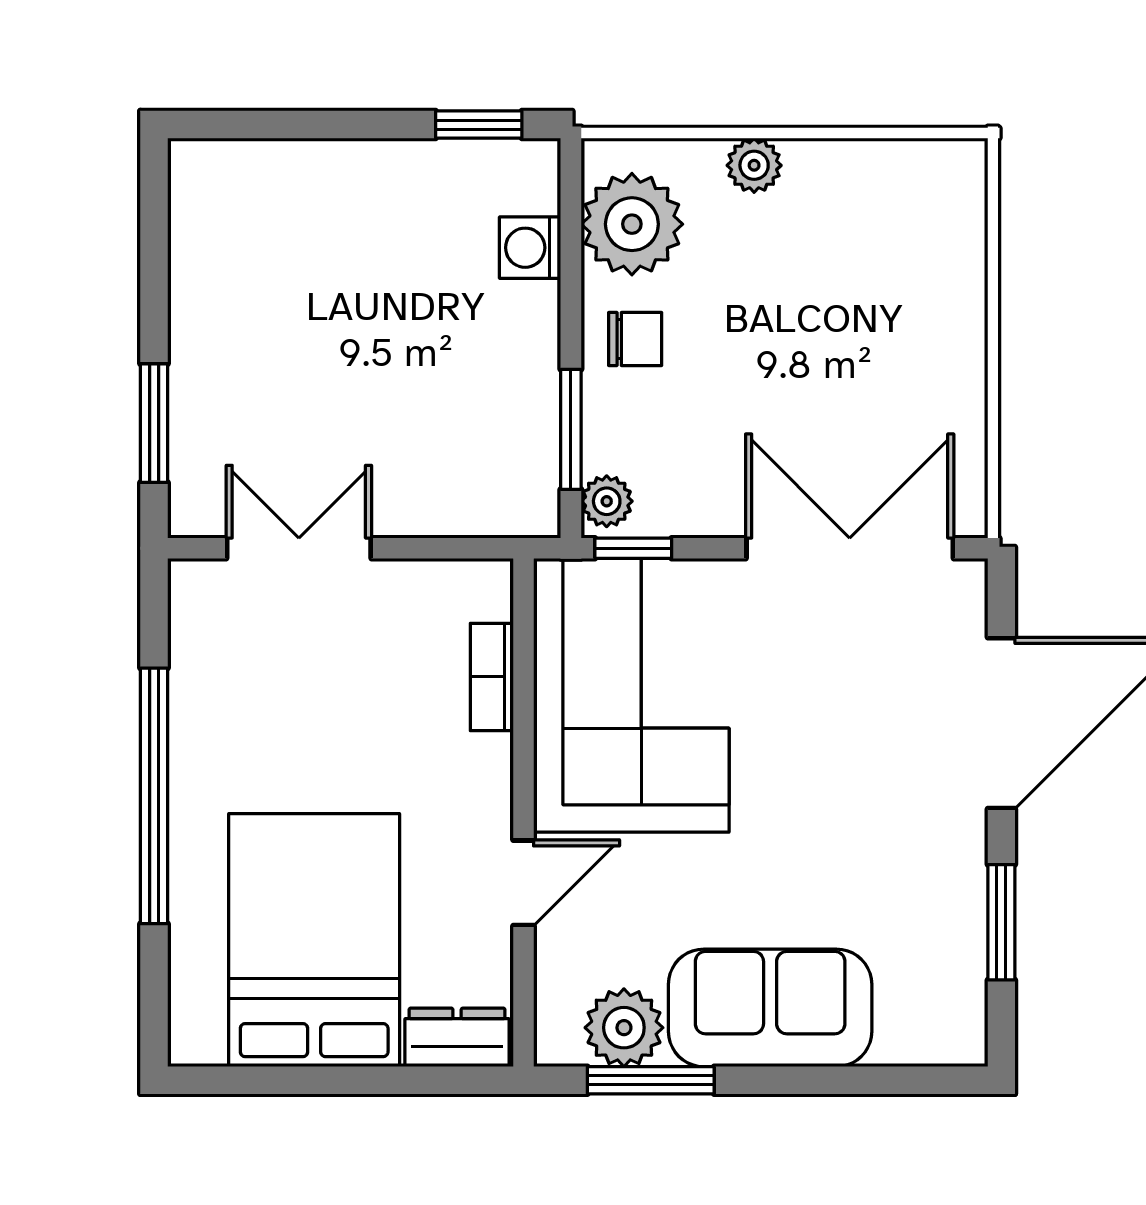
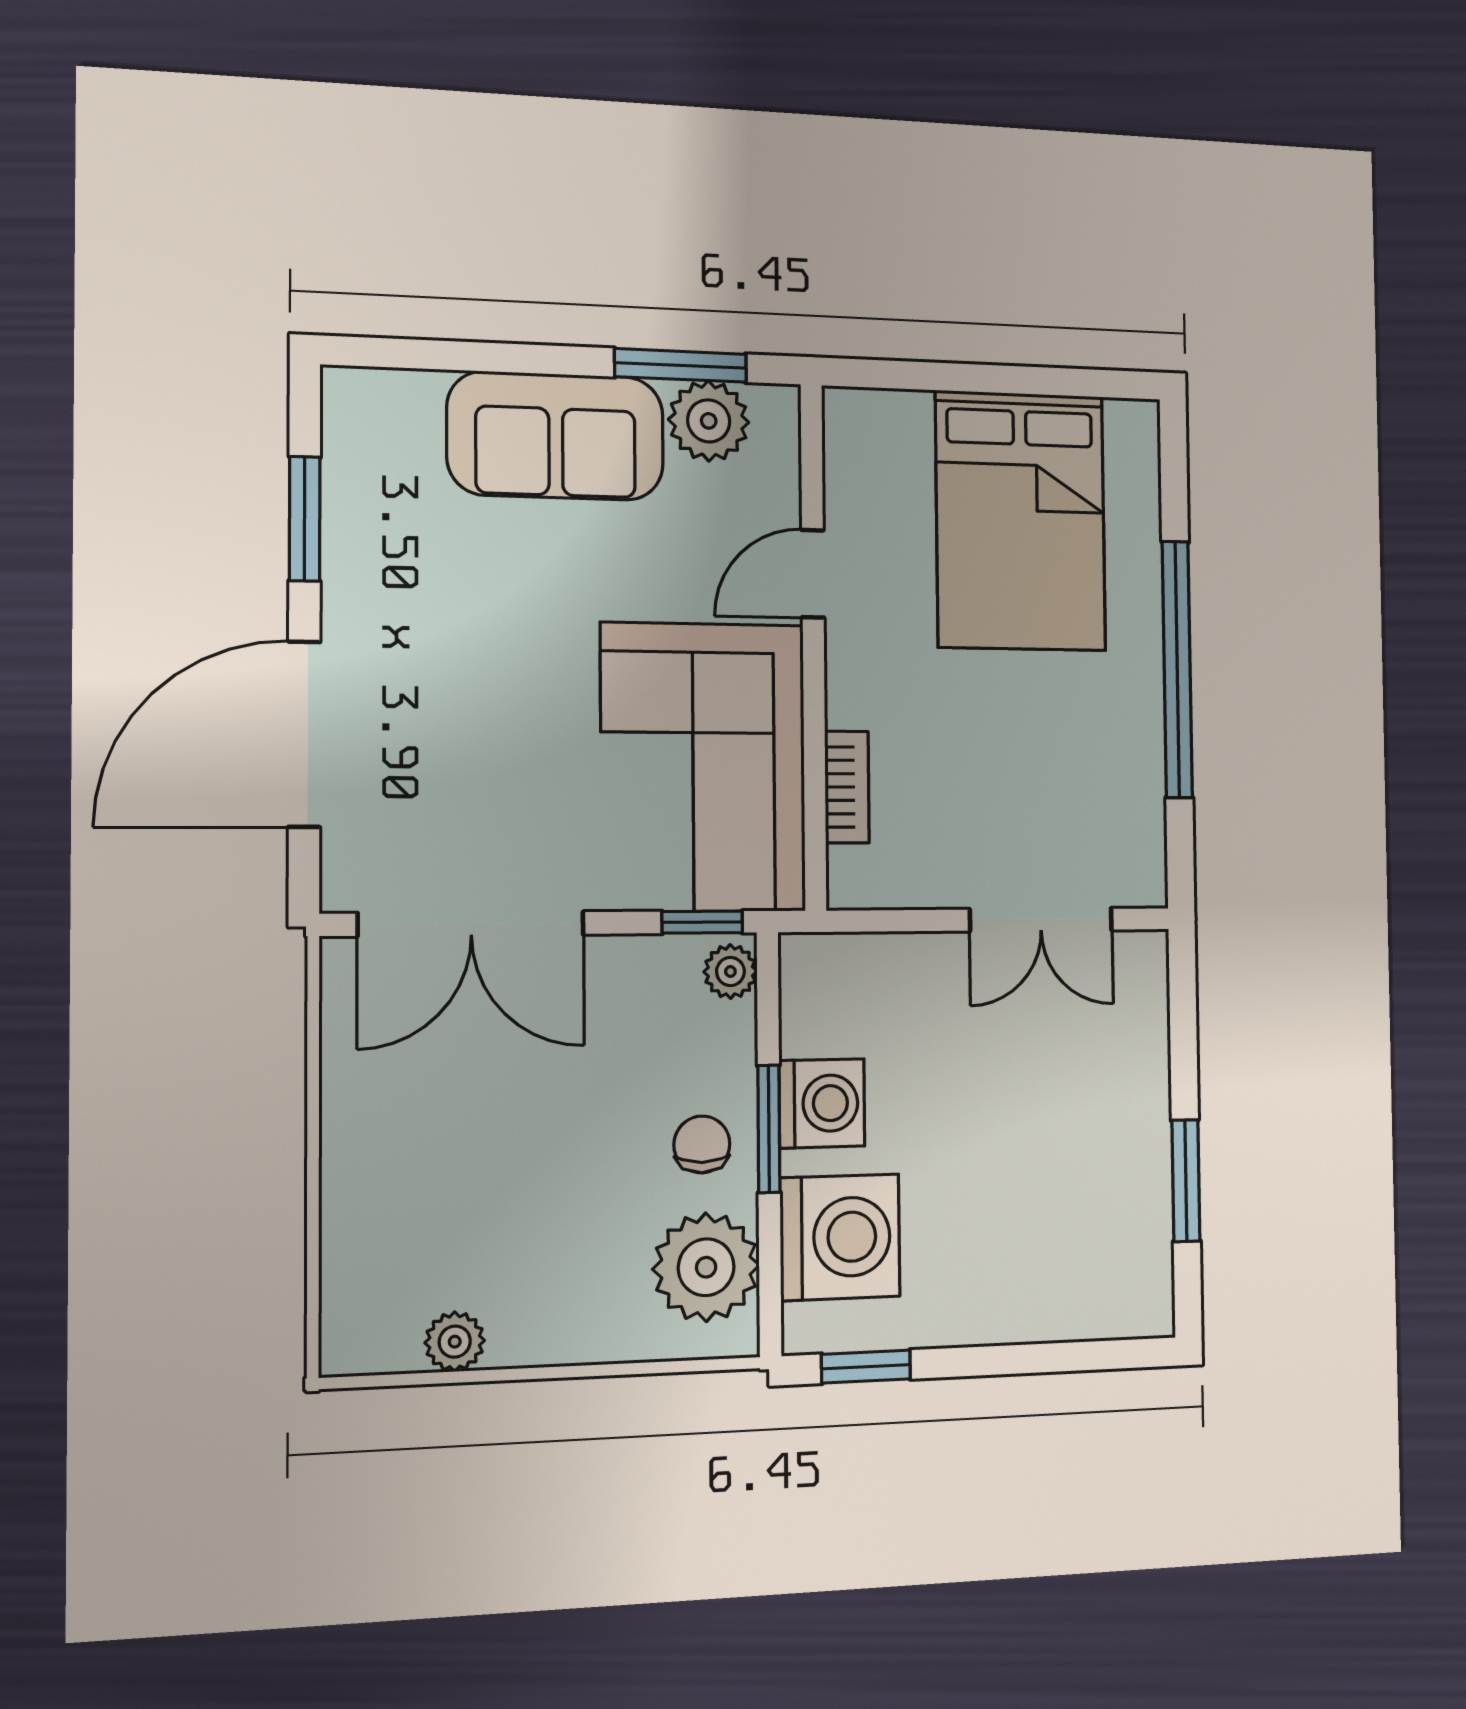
plant: (754, 165) -> (455, 1342), moved
washing machine: (530, 248) -> (840, 1237), width x1.89, depth x1.89
chair: (635, 339) -> (702, 1144), turned 90
washing machine: (519, 375) -> (822, 1103), added
window: (154, 423) -> (1186, 1181), moved
window: (571, 429) -> (769, 1129), moved
dresser: (457, 1037) -> (878, 417), removed

